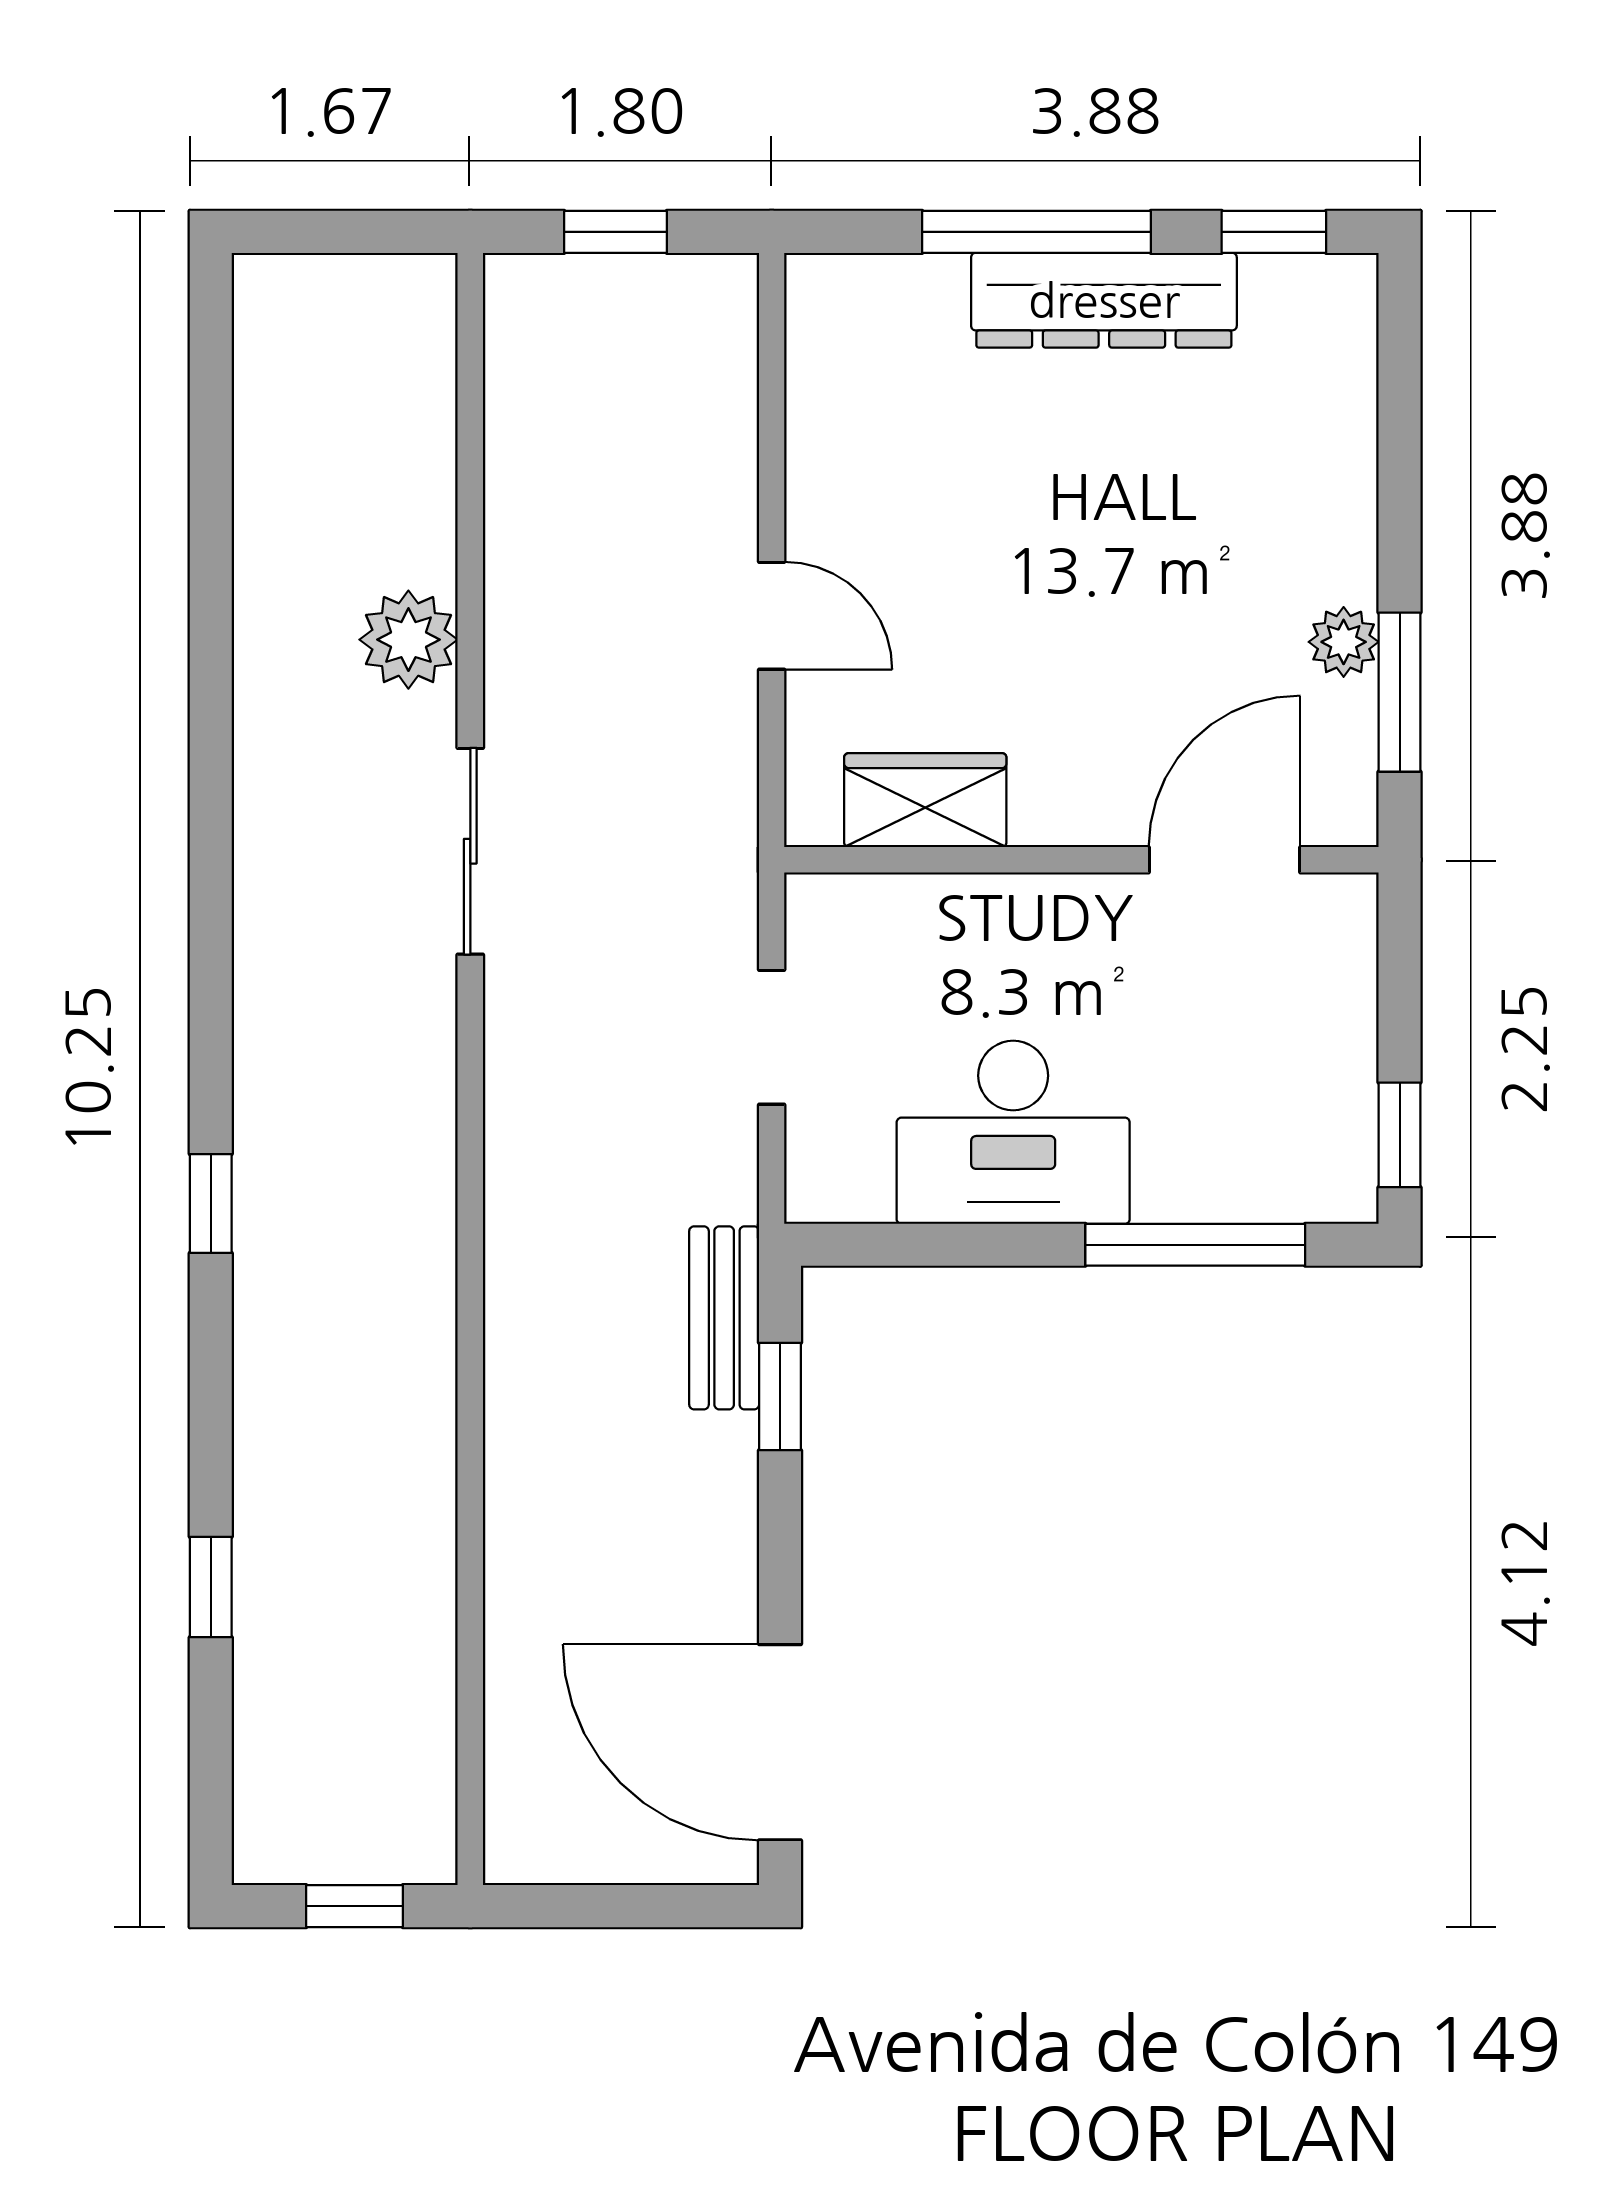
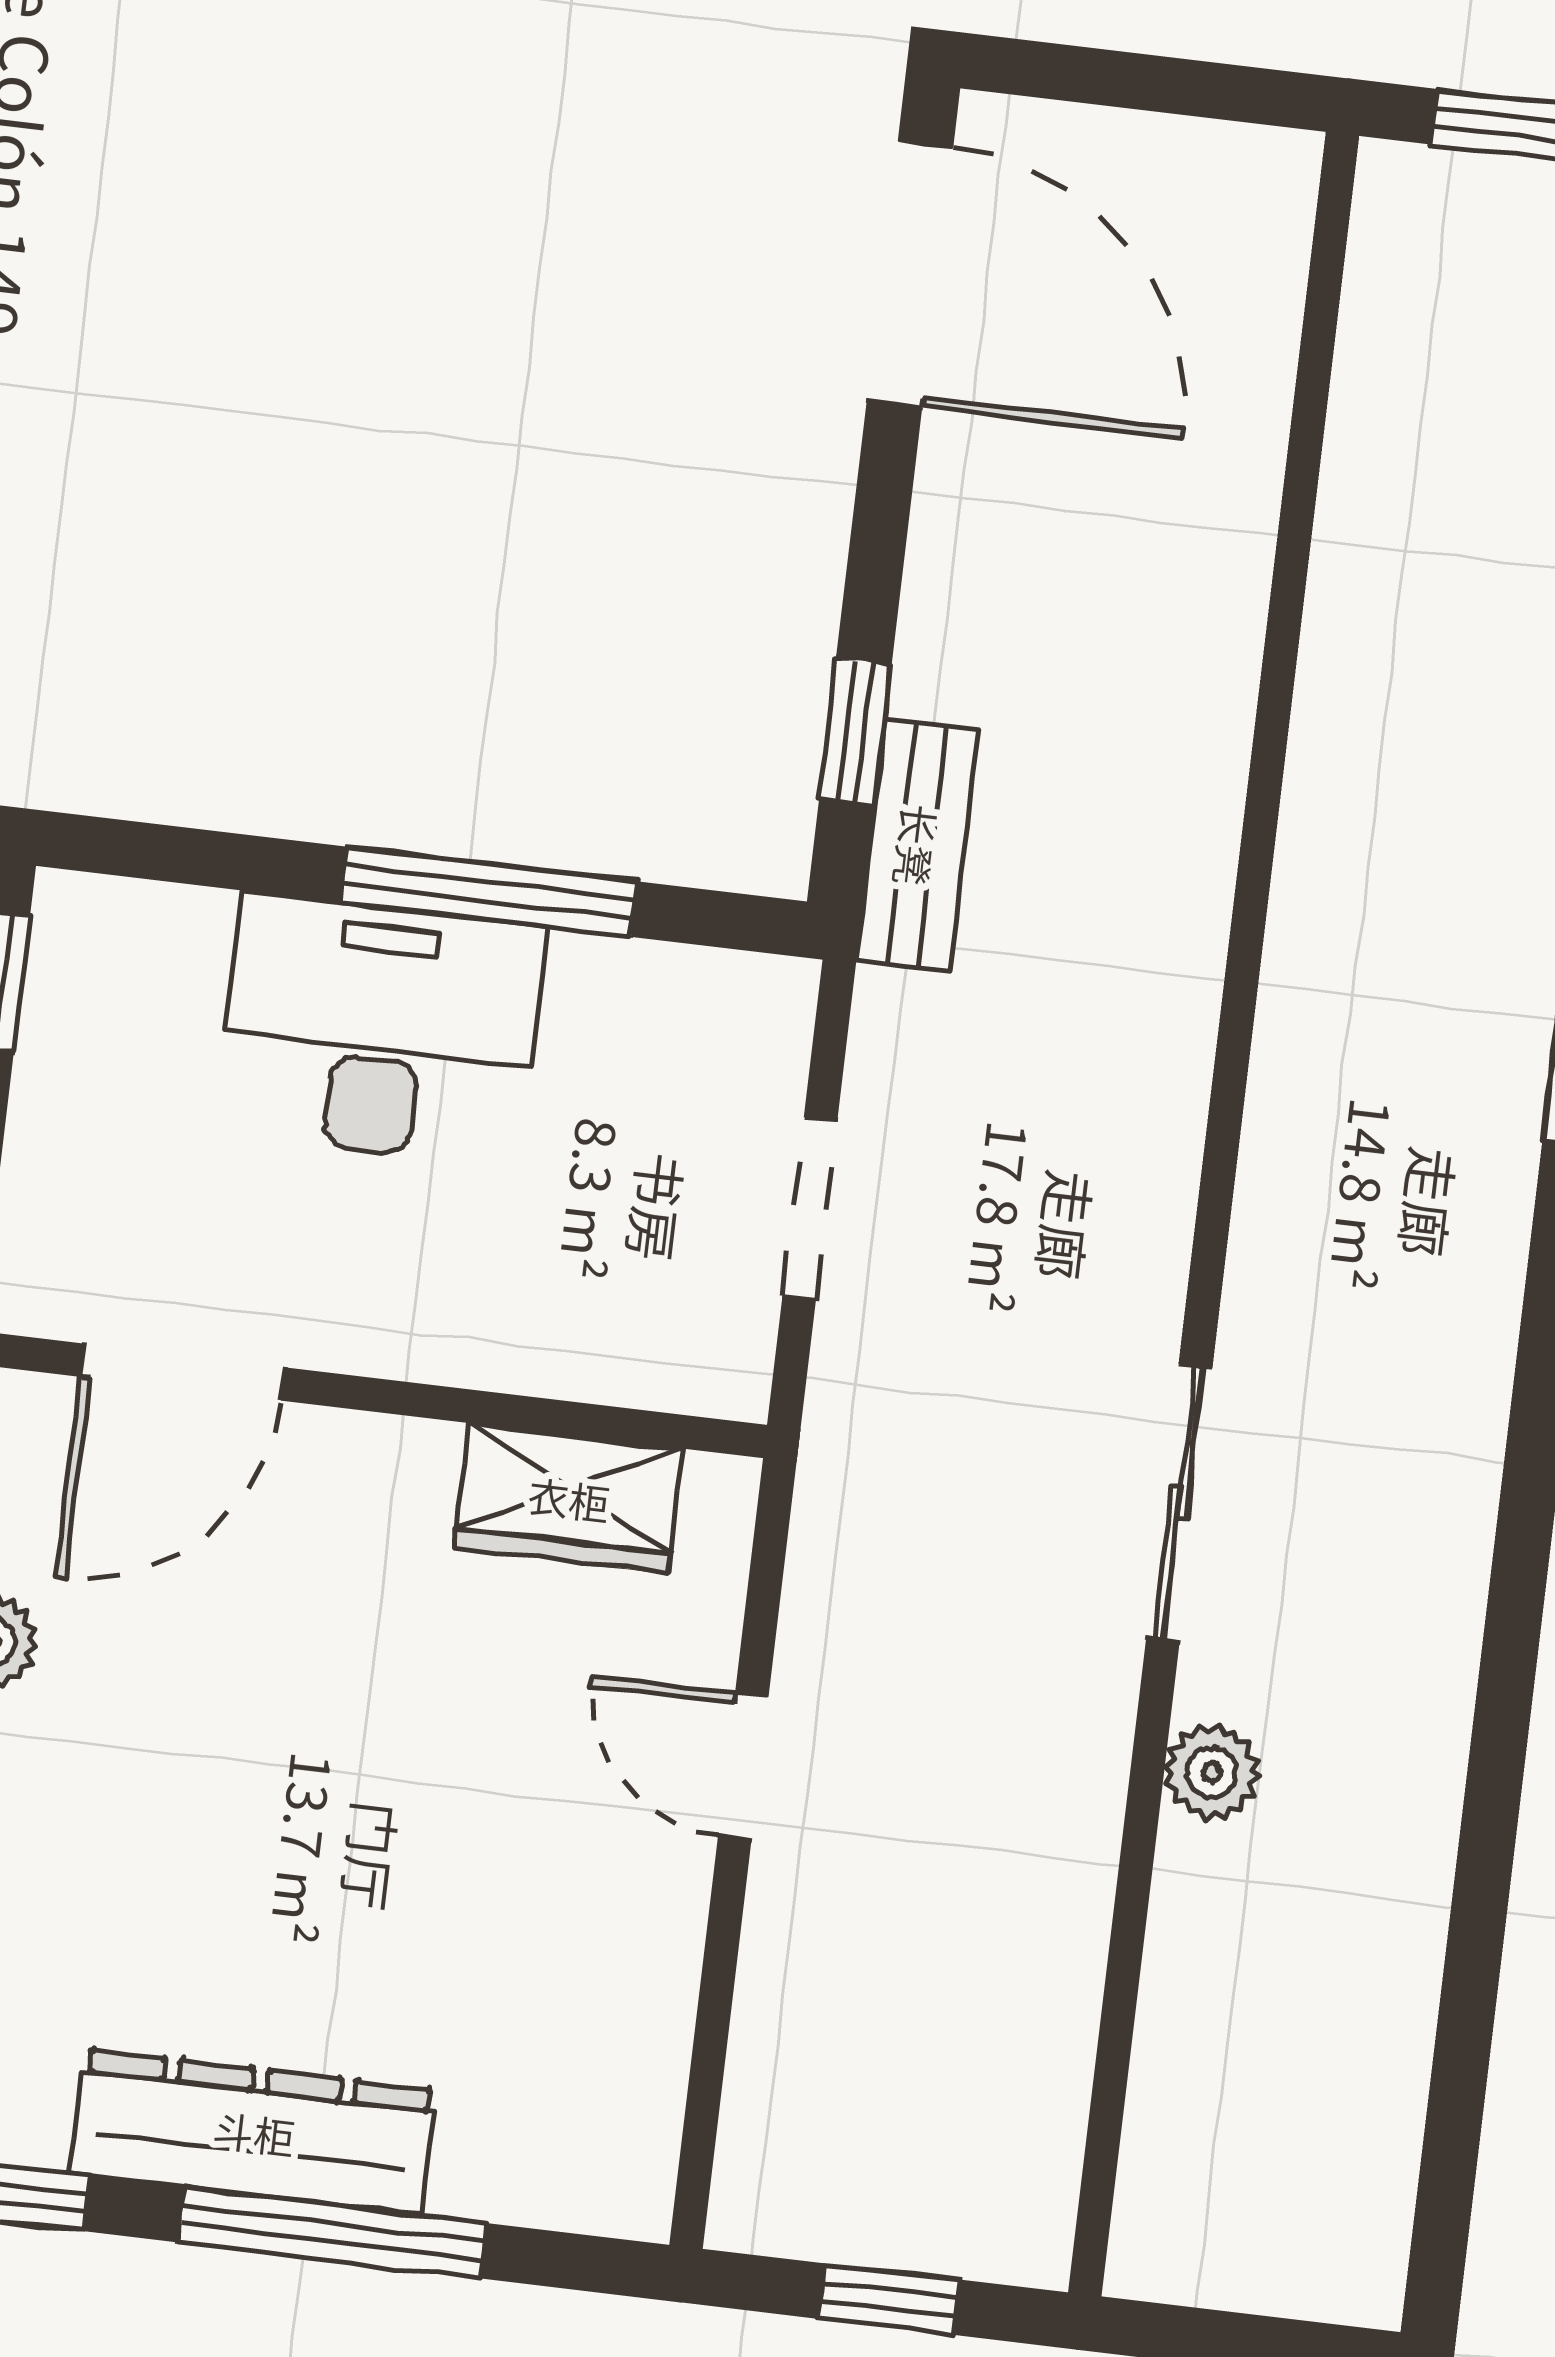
plant: (408, 640) -> (1212, 1772), width x0.73, depth x0.73
desk: (1013, 1132) -> (380, 1030), moved
window: (1195, 1245) -> (489, 892), moved

